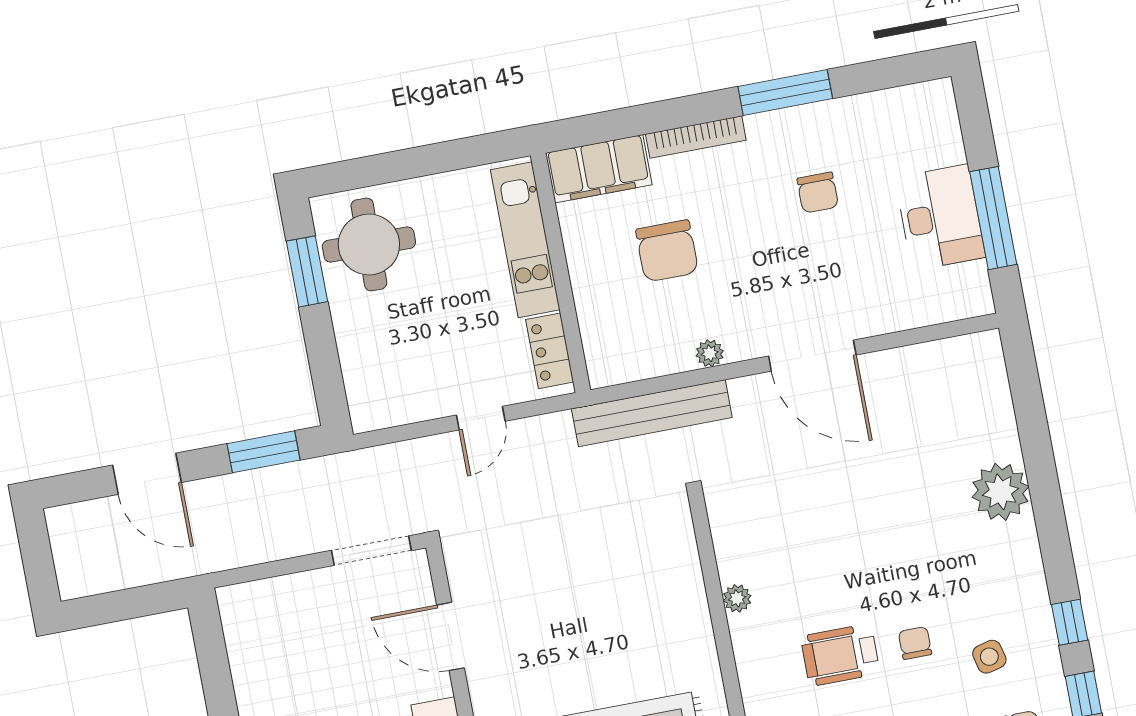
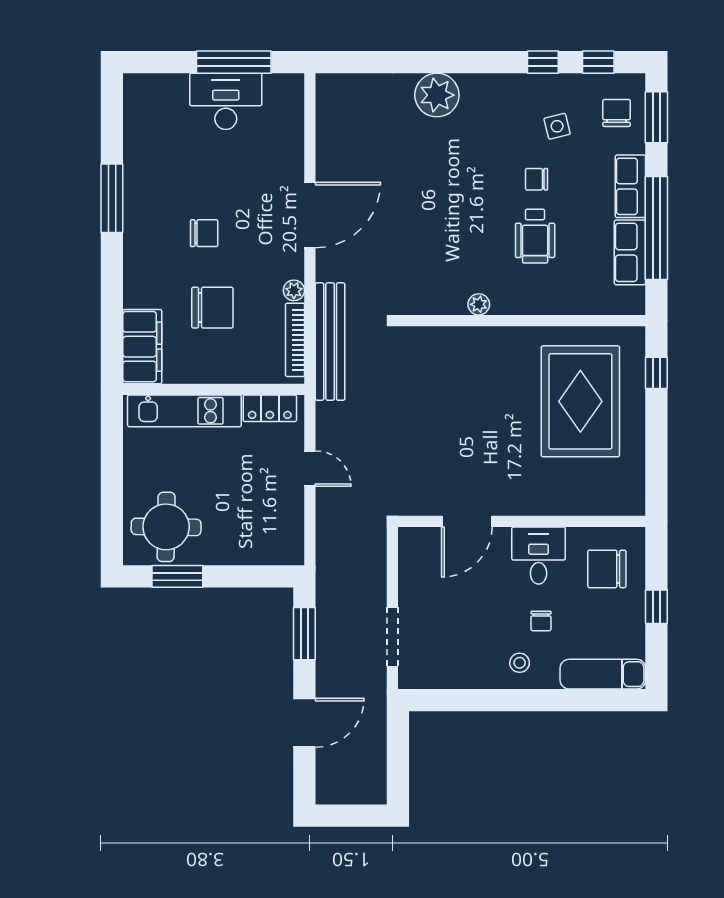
bookcase: (696, 137) -> (295, 340), moved, turned 180
chair: (818, 193) -> (204, 233), moved
doorway: (371, 551) -> (392, 637), moved

